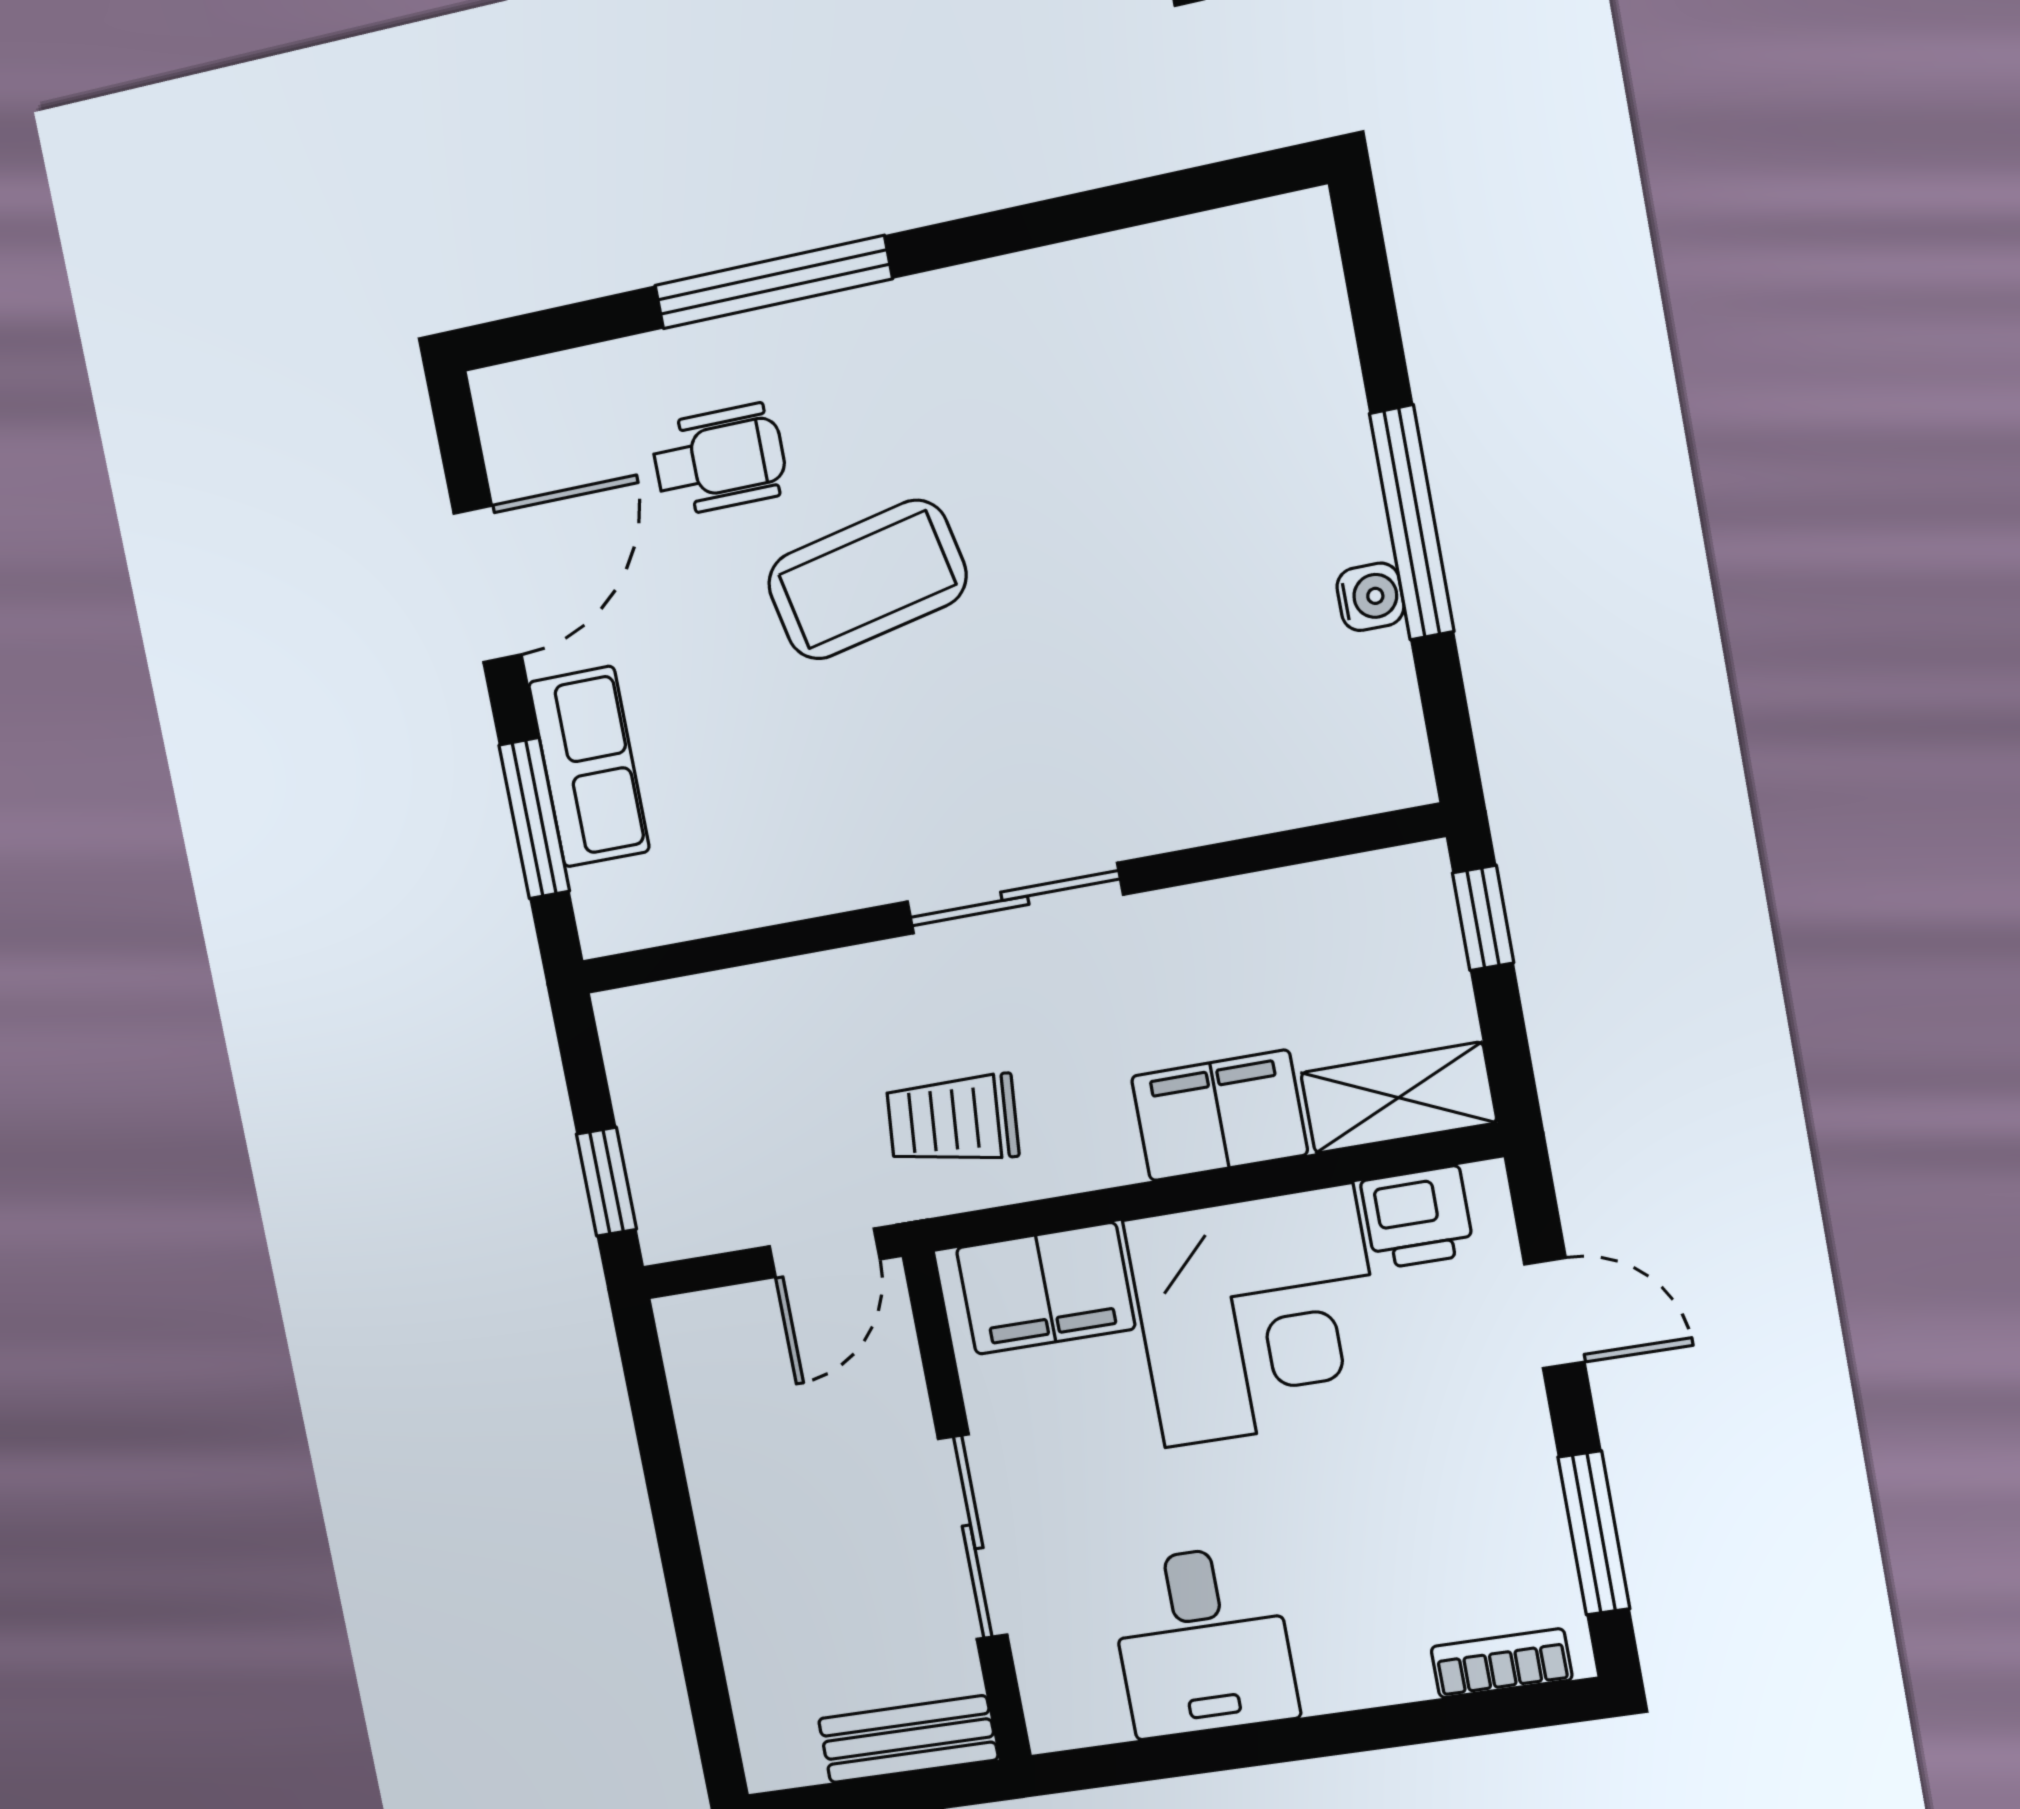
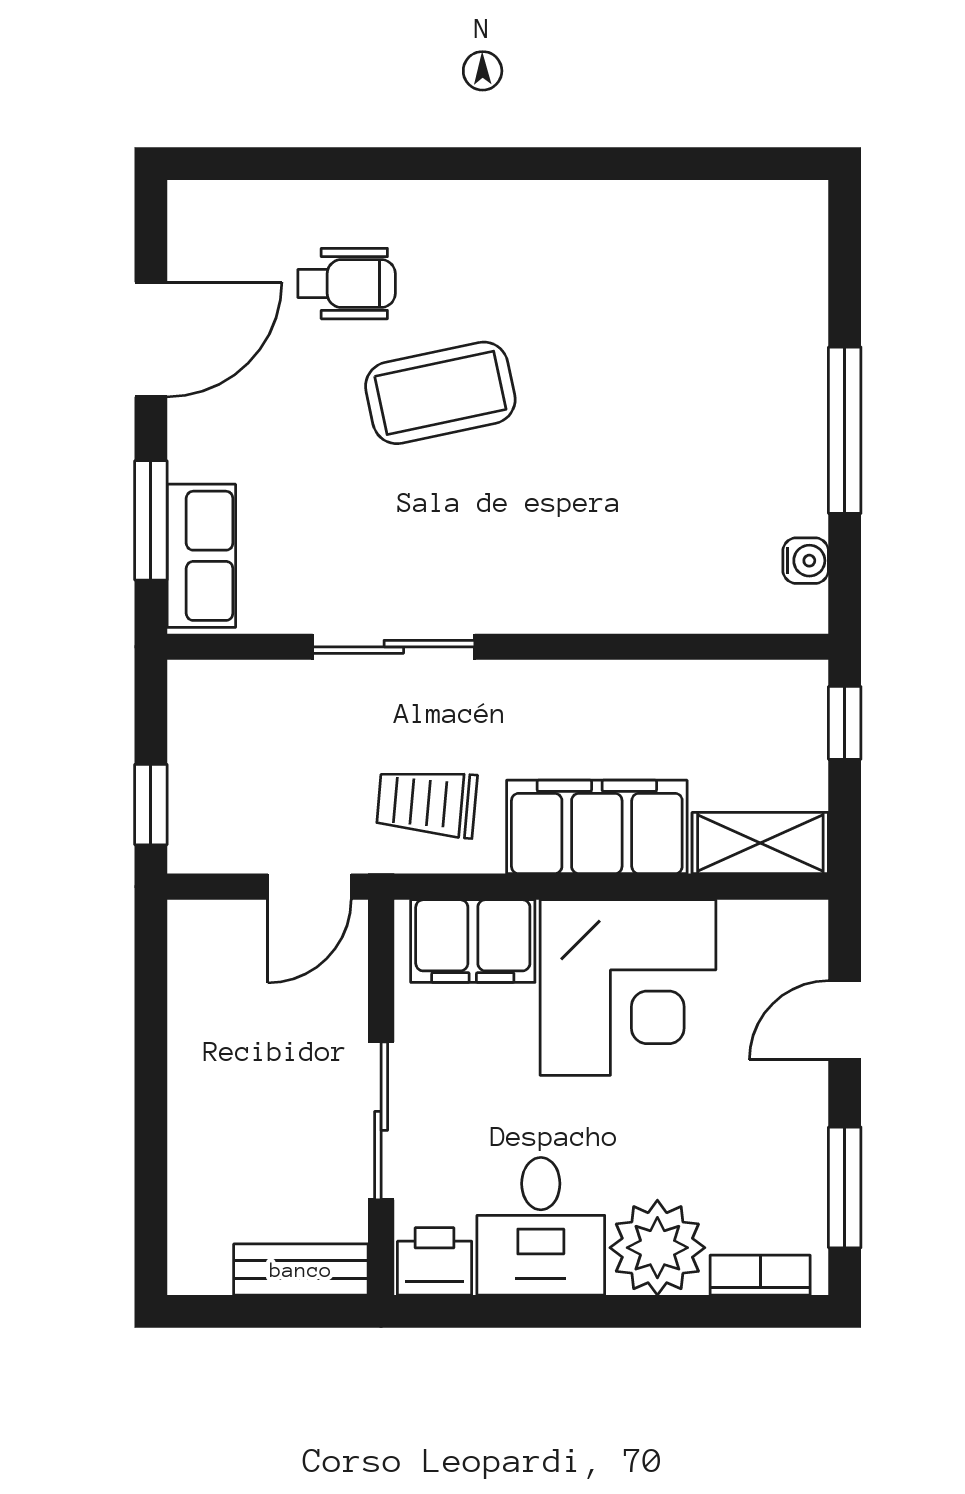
window: (773, 282) -> (413, 164), removed
water cooler: (1370, 597) -> (806, 561), moved
row of seats: (589, 767) -> (201, 556), moved
sliding door: (1015, 898) -> (394, 647), moved
filing cabinet: (1219, 1115) -> (597, 827), width x1.50, depth x1.17
printer: (1417, 1218) -> (435, 1261), moved, turned 180
door: (1554, 1313) -> (845, 1020), swing flipped
plant: (1359, 1647) -> (657, 1248), added

